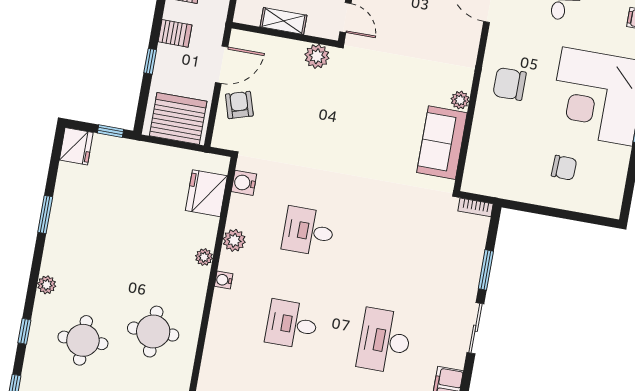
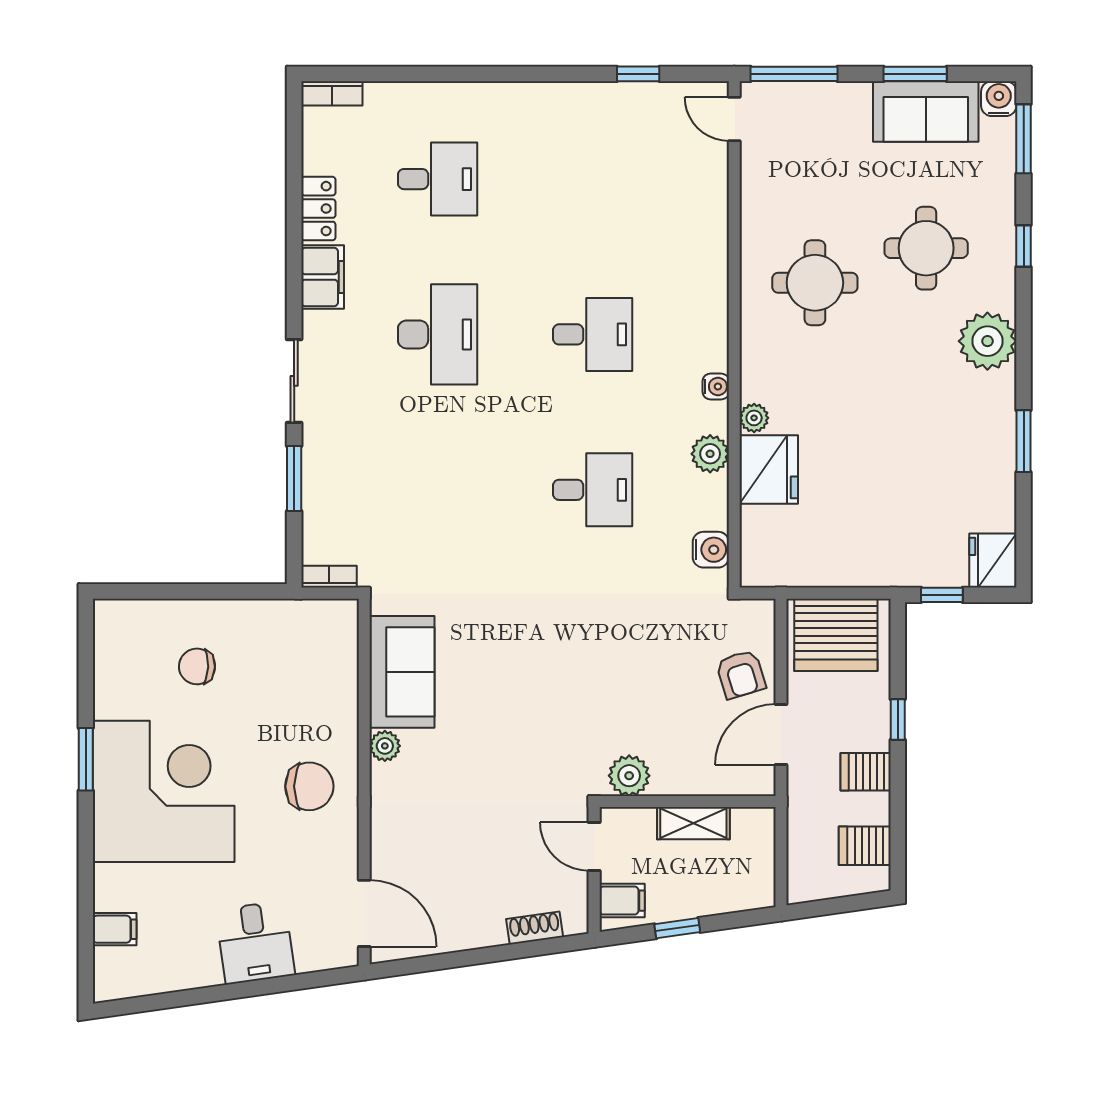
fridge: (206, 193) -> (769, 469), moved
plant: (47, 285) -> (987, 341), width x1.88, depth x1.88

